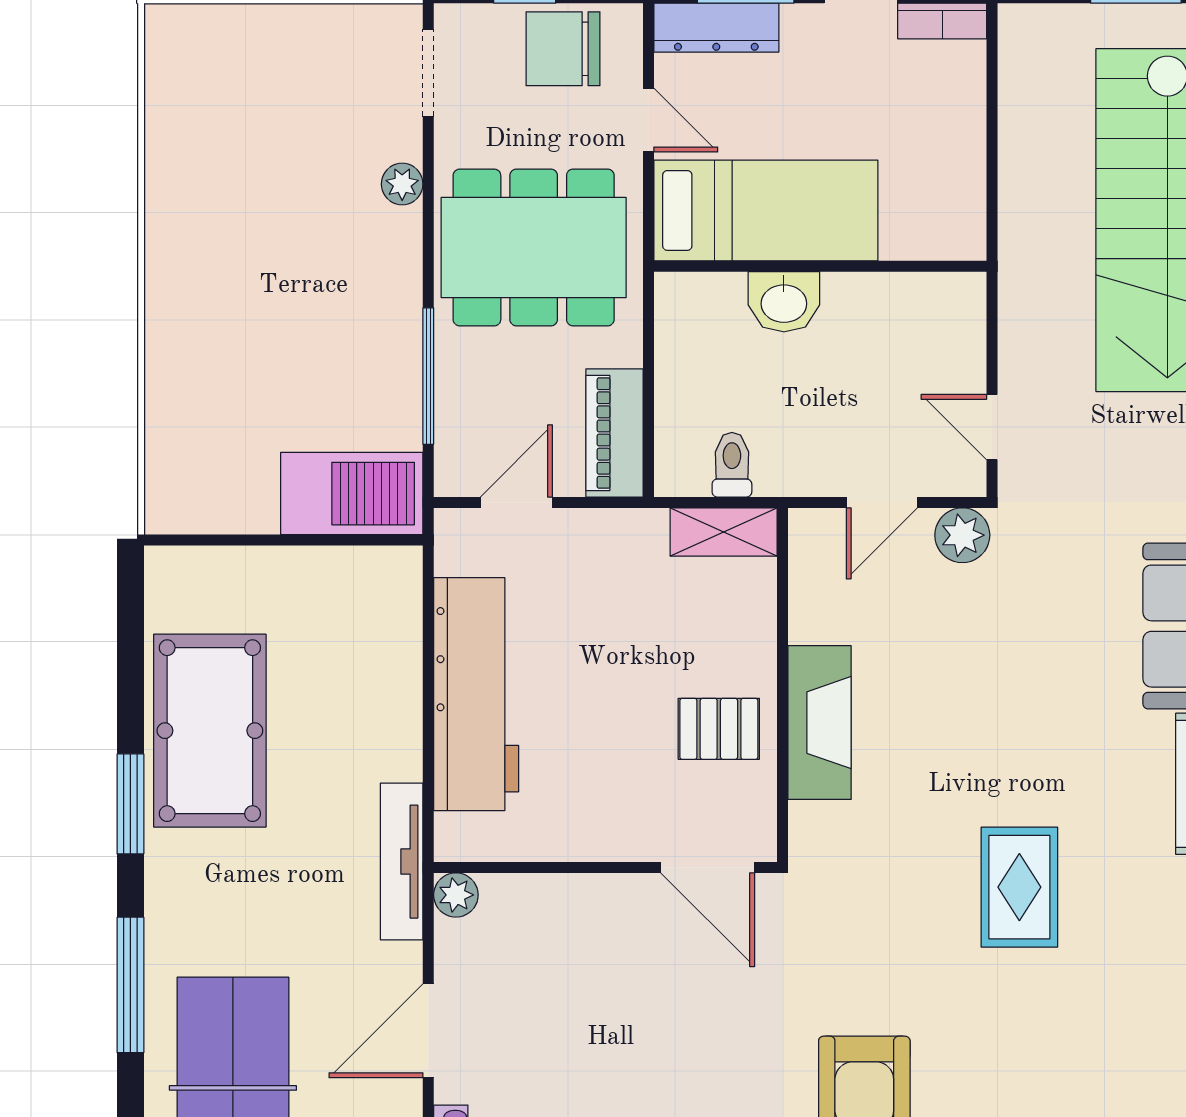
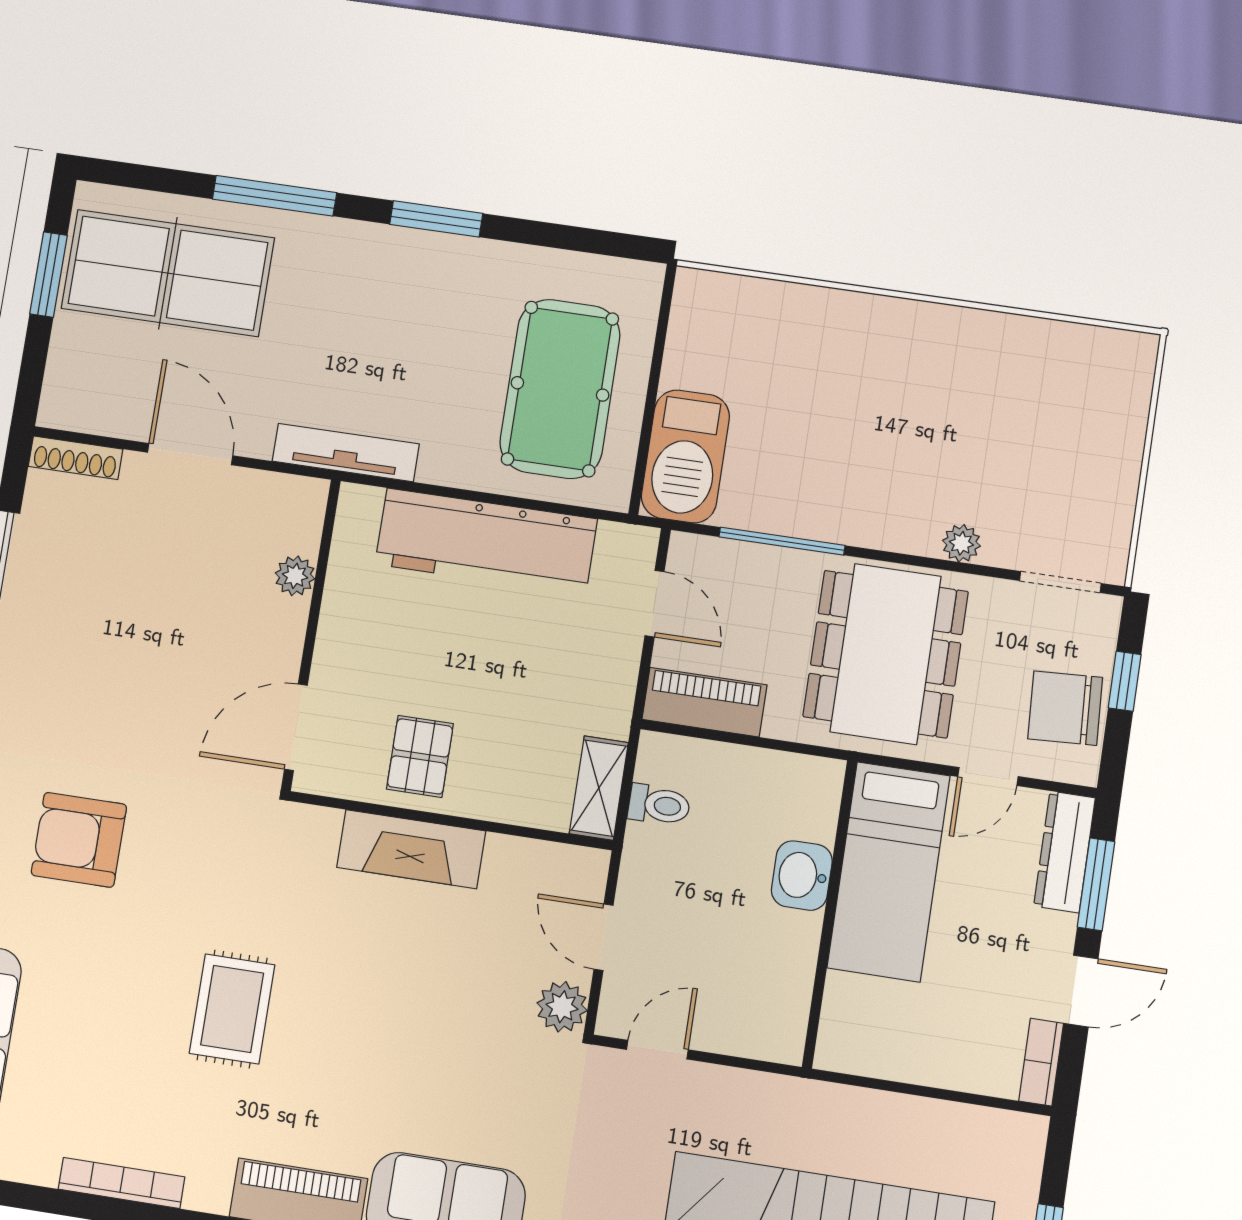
chair: (563, 49) -> (1065, 708), turned -93
pool table: (210, 731) -> (560, 389), moved, turned 90
rug: (1019, 887) -> (232, 1009), turned 90
plant: (456, 895) -> (295, 576), moved

